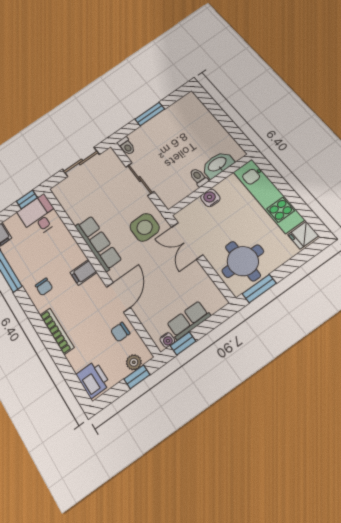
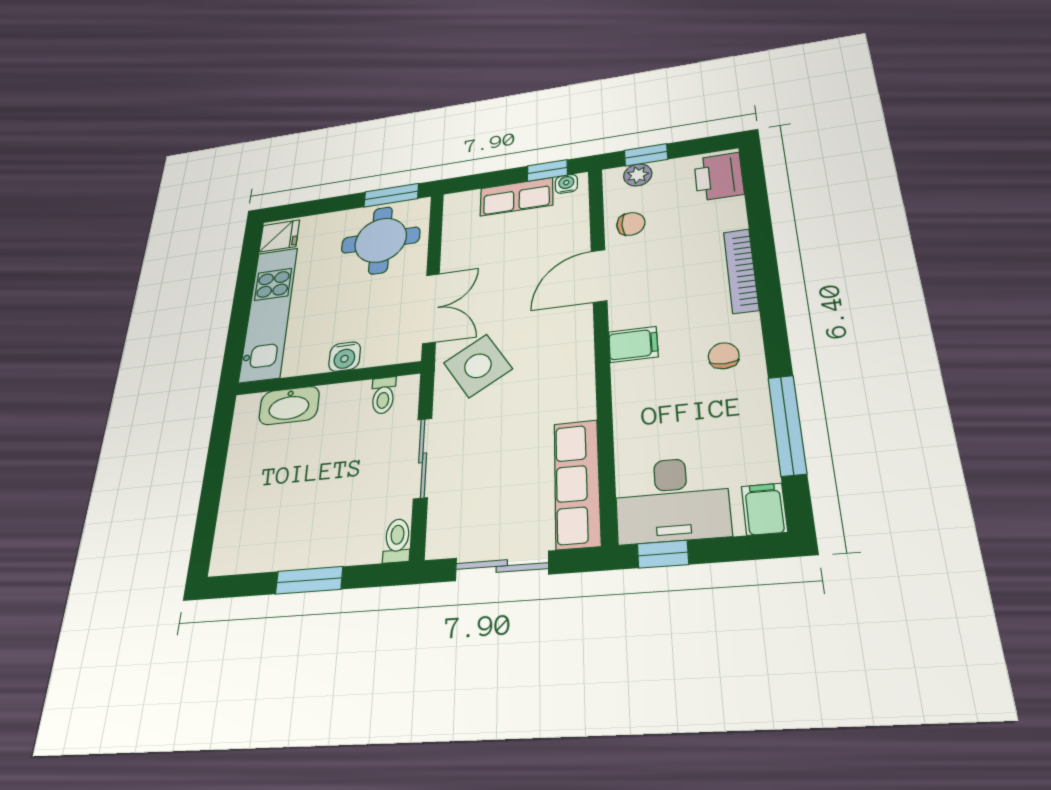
toilet: (199, 177) -> (383, 395), moved
desk: (39, 216) -> (672, 500), width x1.37
side table: (145, 227) -> (478, 366), turned -32
row of seats: (98, 243) -> (577, 483), moved

